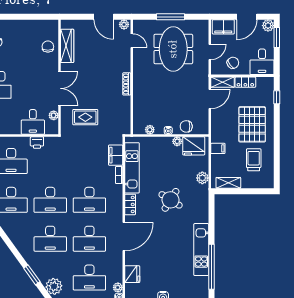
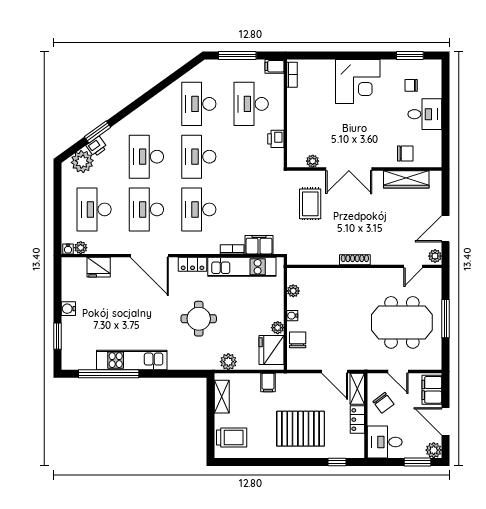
desk: (33, 122) -> (425, 114), moved, turned 180
trolley: (254, 160) -> (232, 438), moved
round table: (171, 200) -> (199, 319), turned -32
printer: (43, 276) -> (97, 146), added

